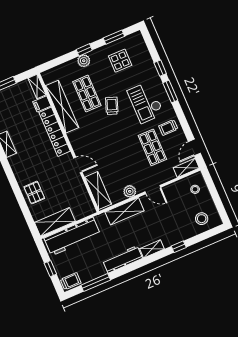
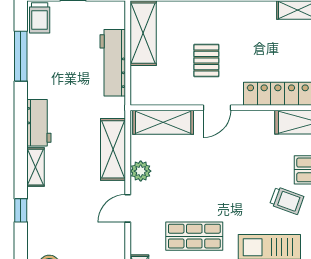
pallet: (34, 193) -> (206, 60), moved, turned 90
workbench: (72, 236) -> (113, 63), width x0.73, depth x0.76
workbench: (123, 259) -> (39, 123), width x0.73

